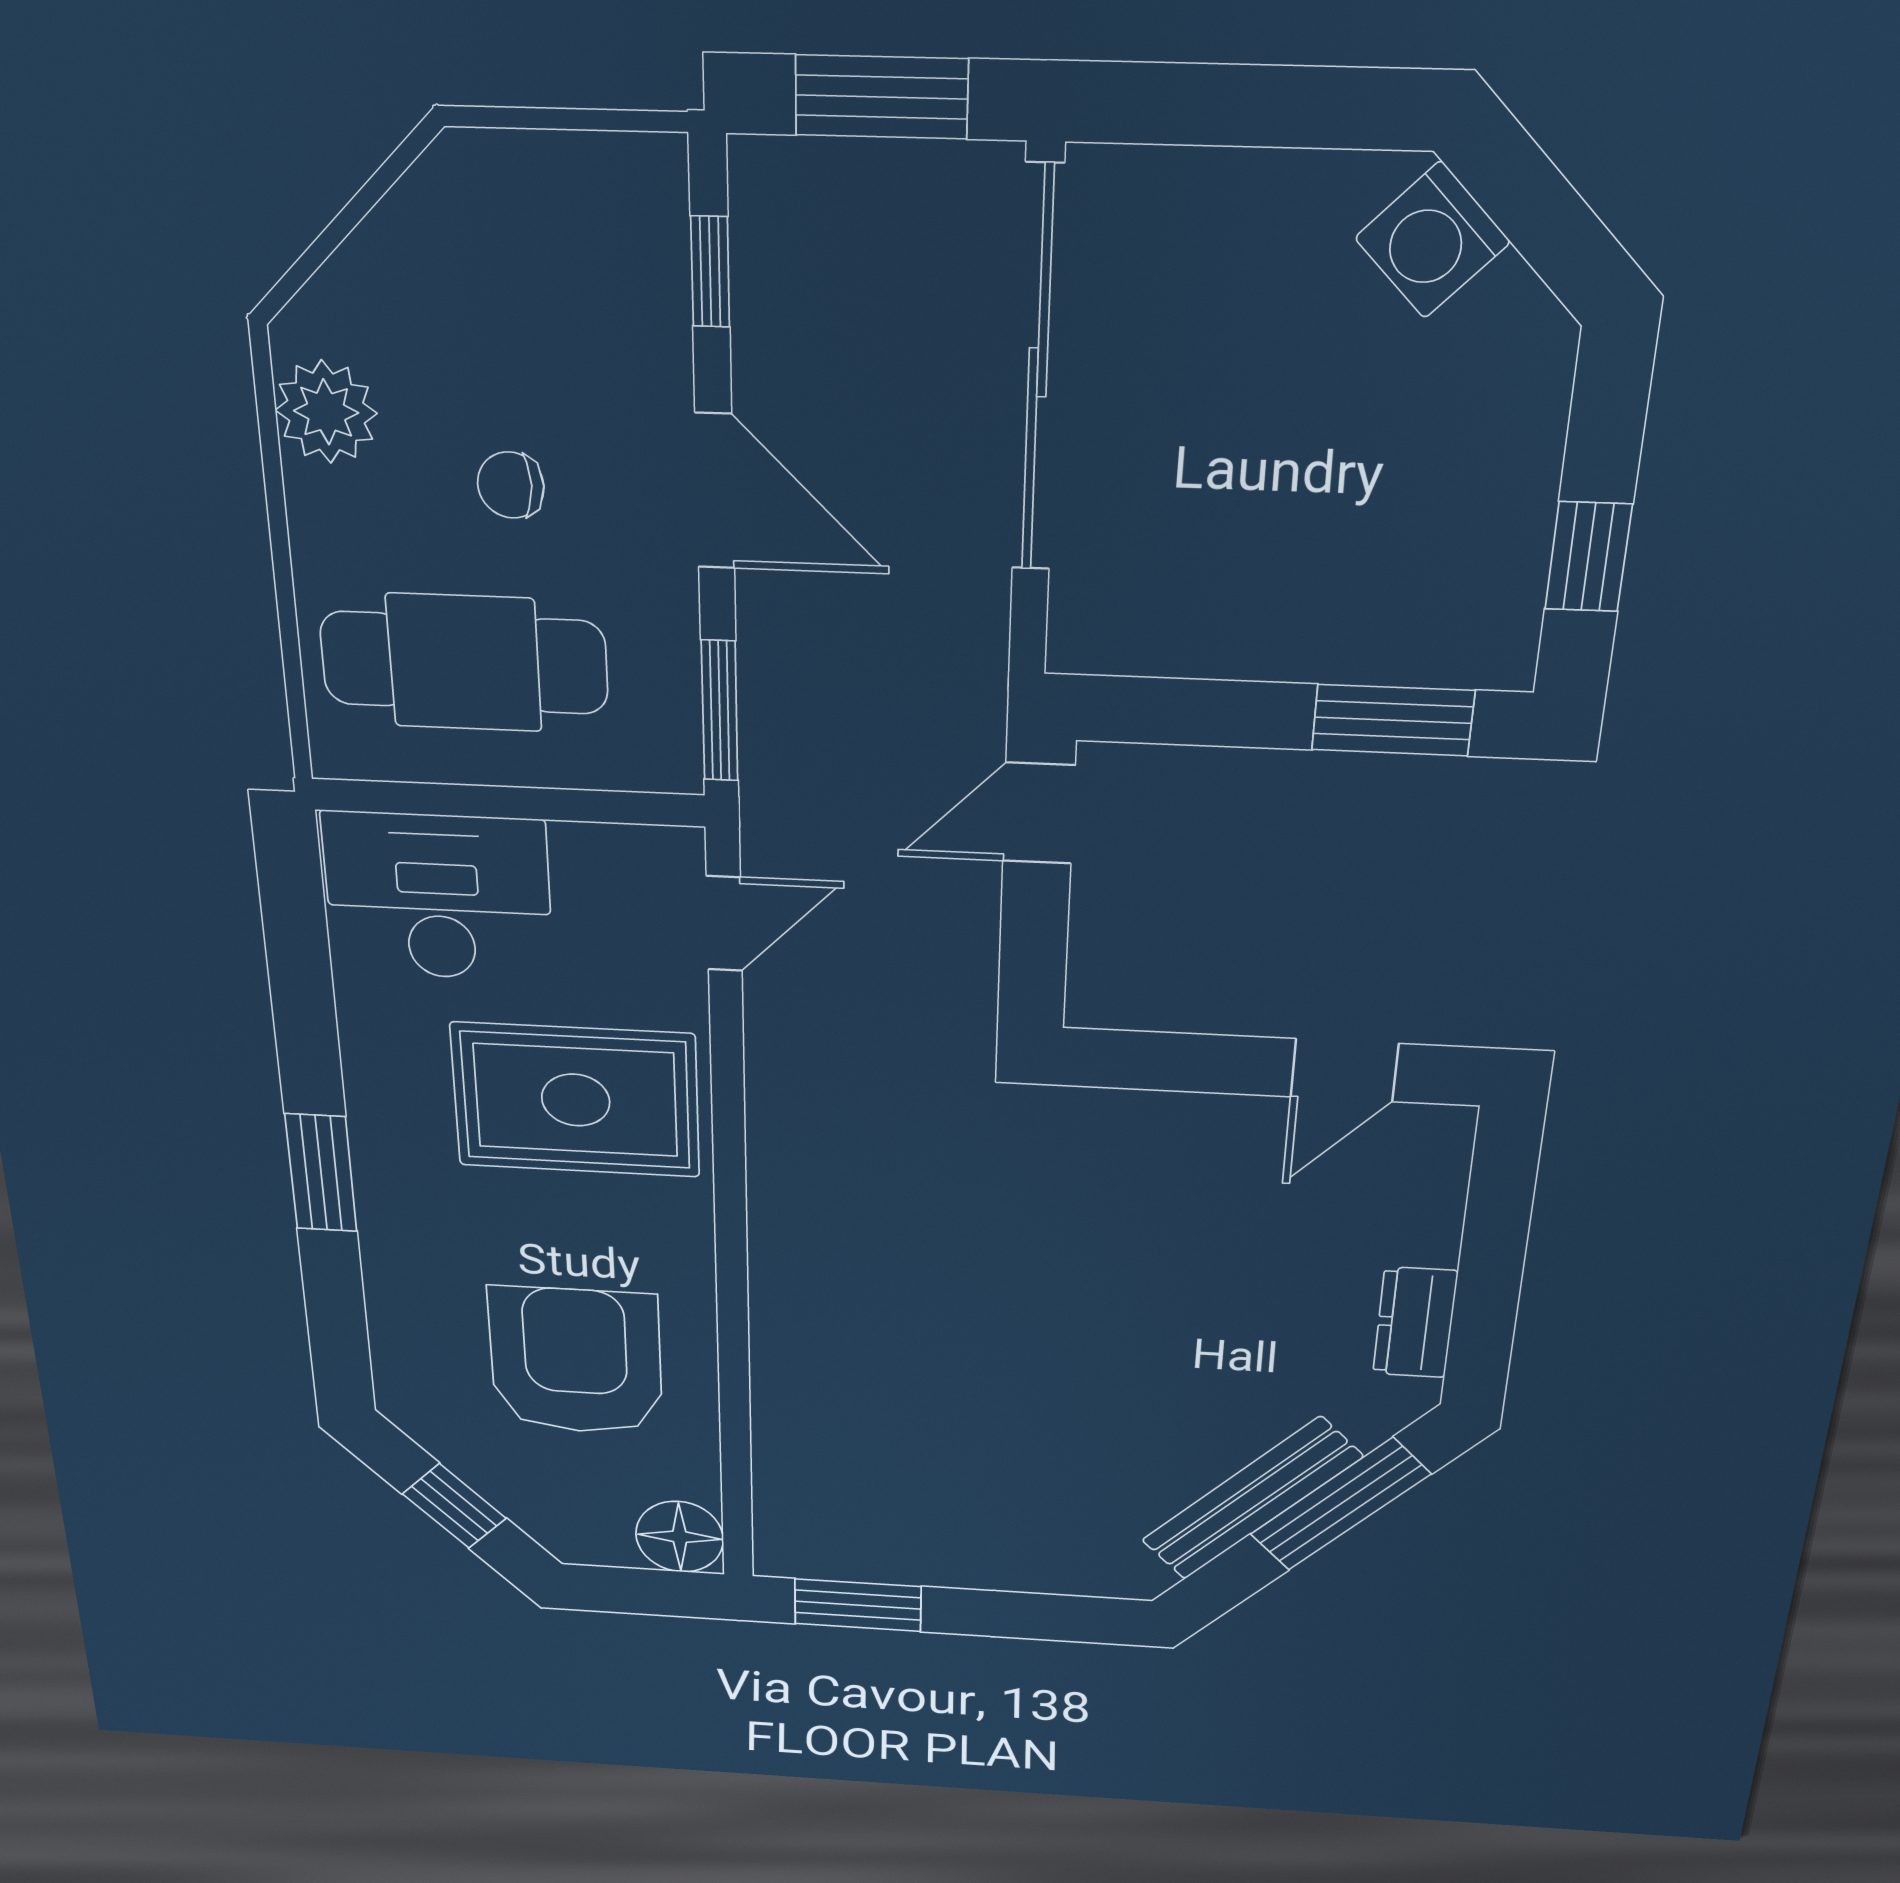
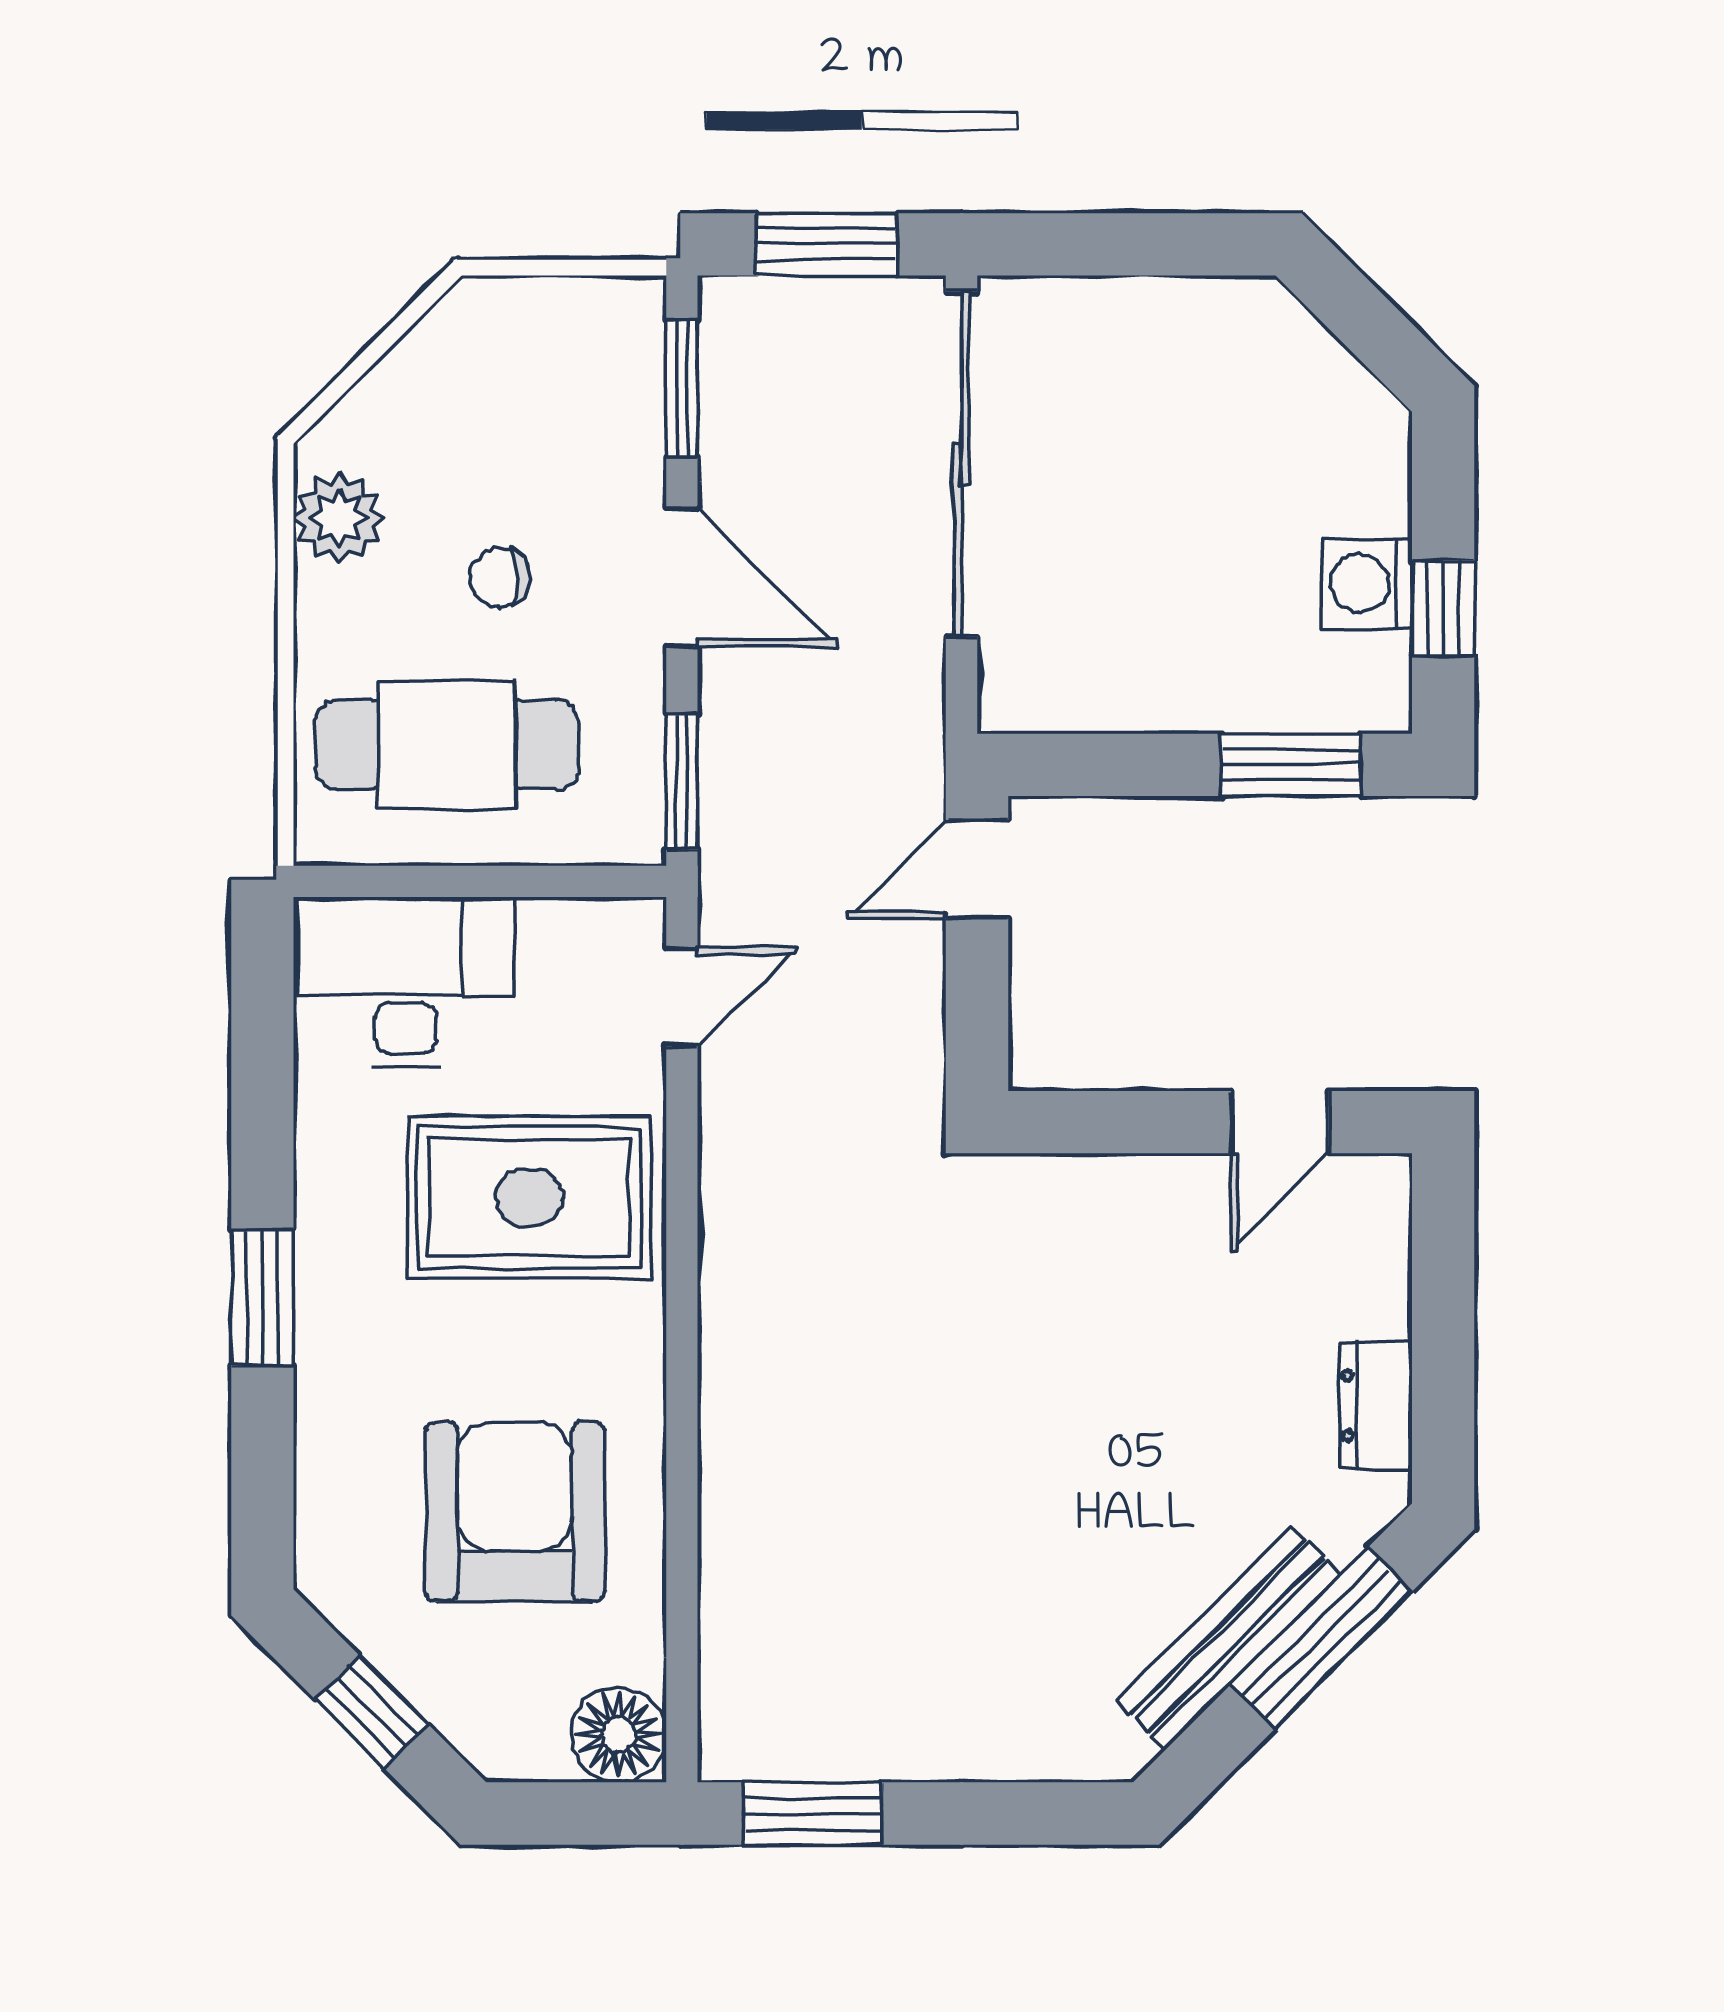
washing machine: (1433, 240) -> (1367, 583), moved, turned 45
window: (710, 272) -> (682, 388), width x1.50

